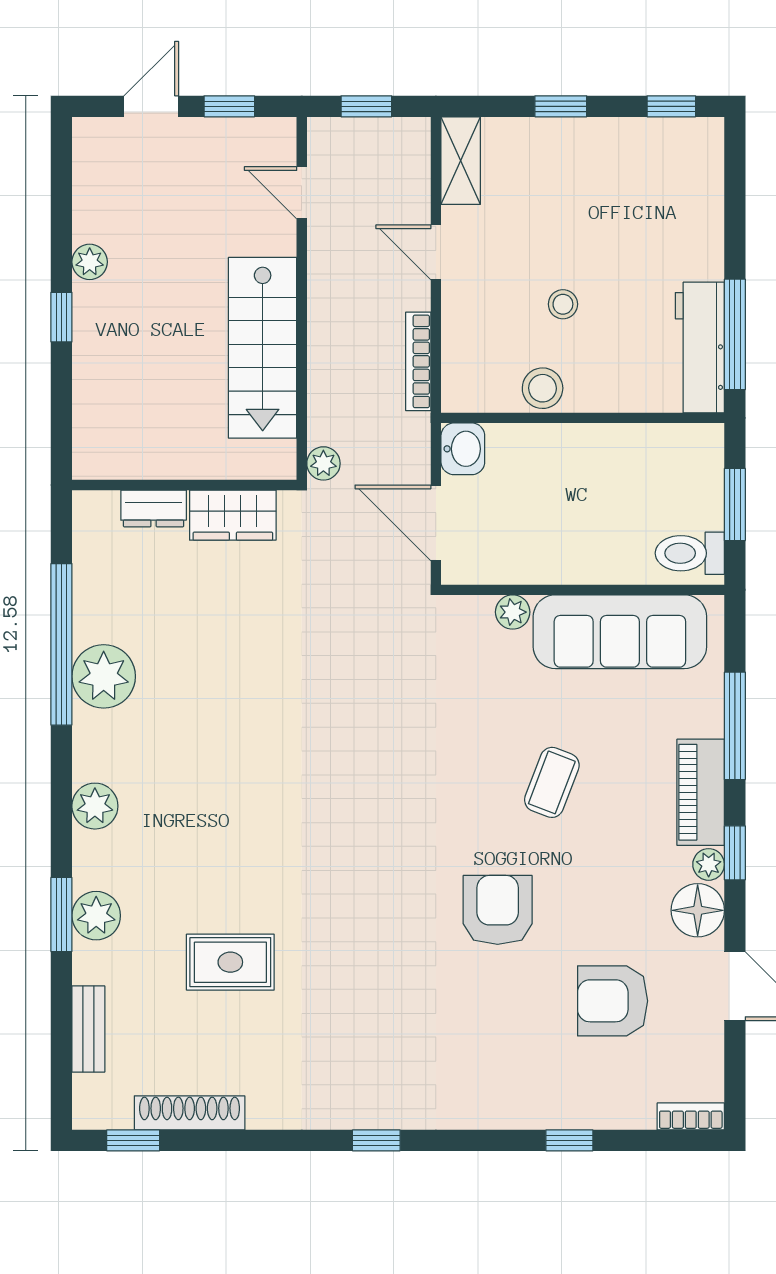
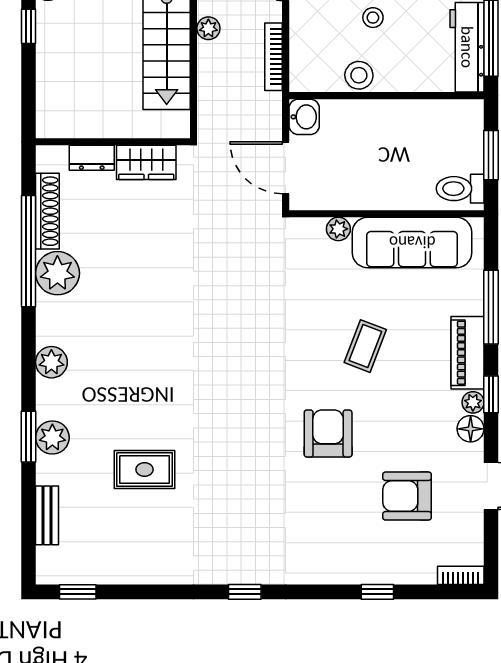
plant: (323, 463) -> (208, 28), moved
floor lamp: (698, 910) -> (471, 429), width x0.73, depth x0.73
shoe rack: (190, 1113) -> (47, 211), moved, turned 90

